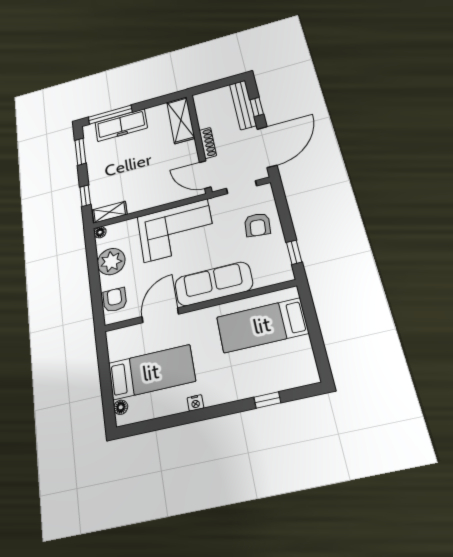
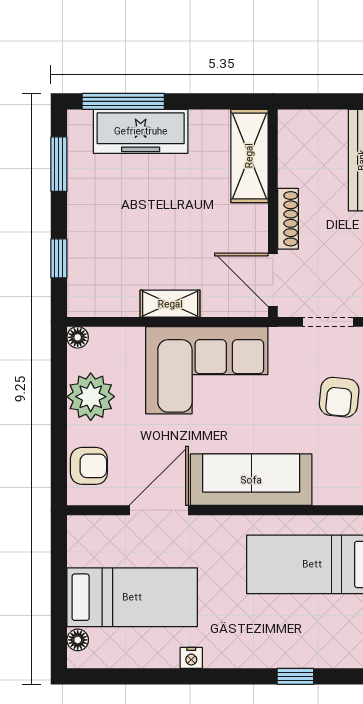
shelving: (110, 212) -> (170, 304), moved
armchair: (115, 300) -> (89, 466), turned 90

